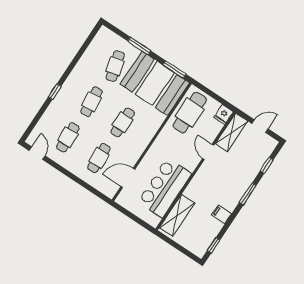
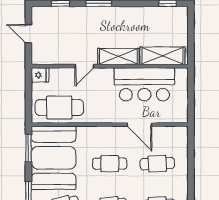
shelving: (231, 132) -> (118, 56), moved
door: (128, 178) -> (140, 125), moved
filing cabinet: (221, 214) -> (134, 15), removed

